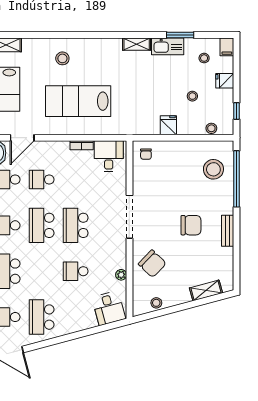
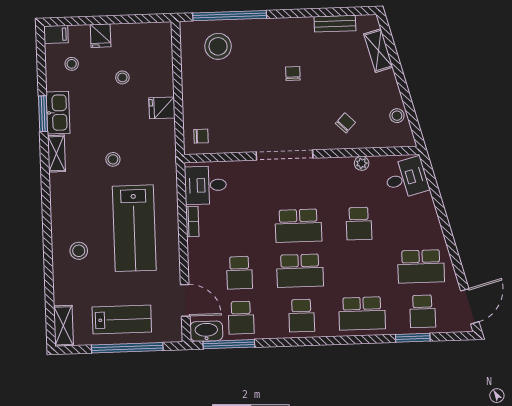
window: (180, 35) -> (43, 114), moved
window: (236, 111) -> (140, 19), removed
stool: (211, 128) -> (113, 159), moved
chair: (191, 225) -> (293, 73), width x0.54, depth x0.54
bench: (228, 231) -> (335, 24), moved
chair: (152, 264) -> (345, 123), width x0.54, depth x0.54

